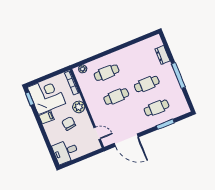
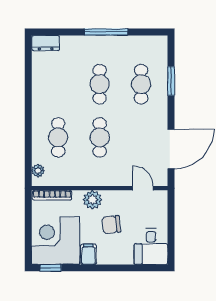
dresser: (163, 55) -> (46, 43), moved
door: (97, 133) -> (143, 188), hinge flipped

